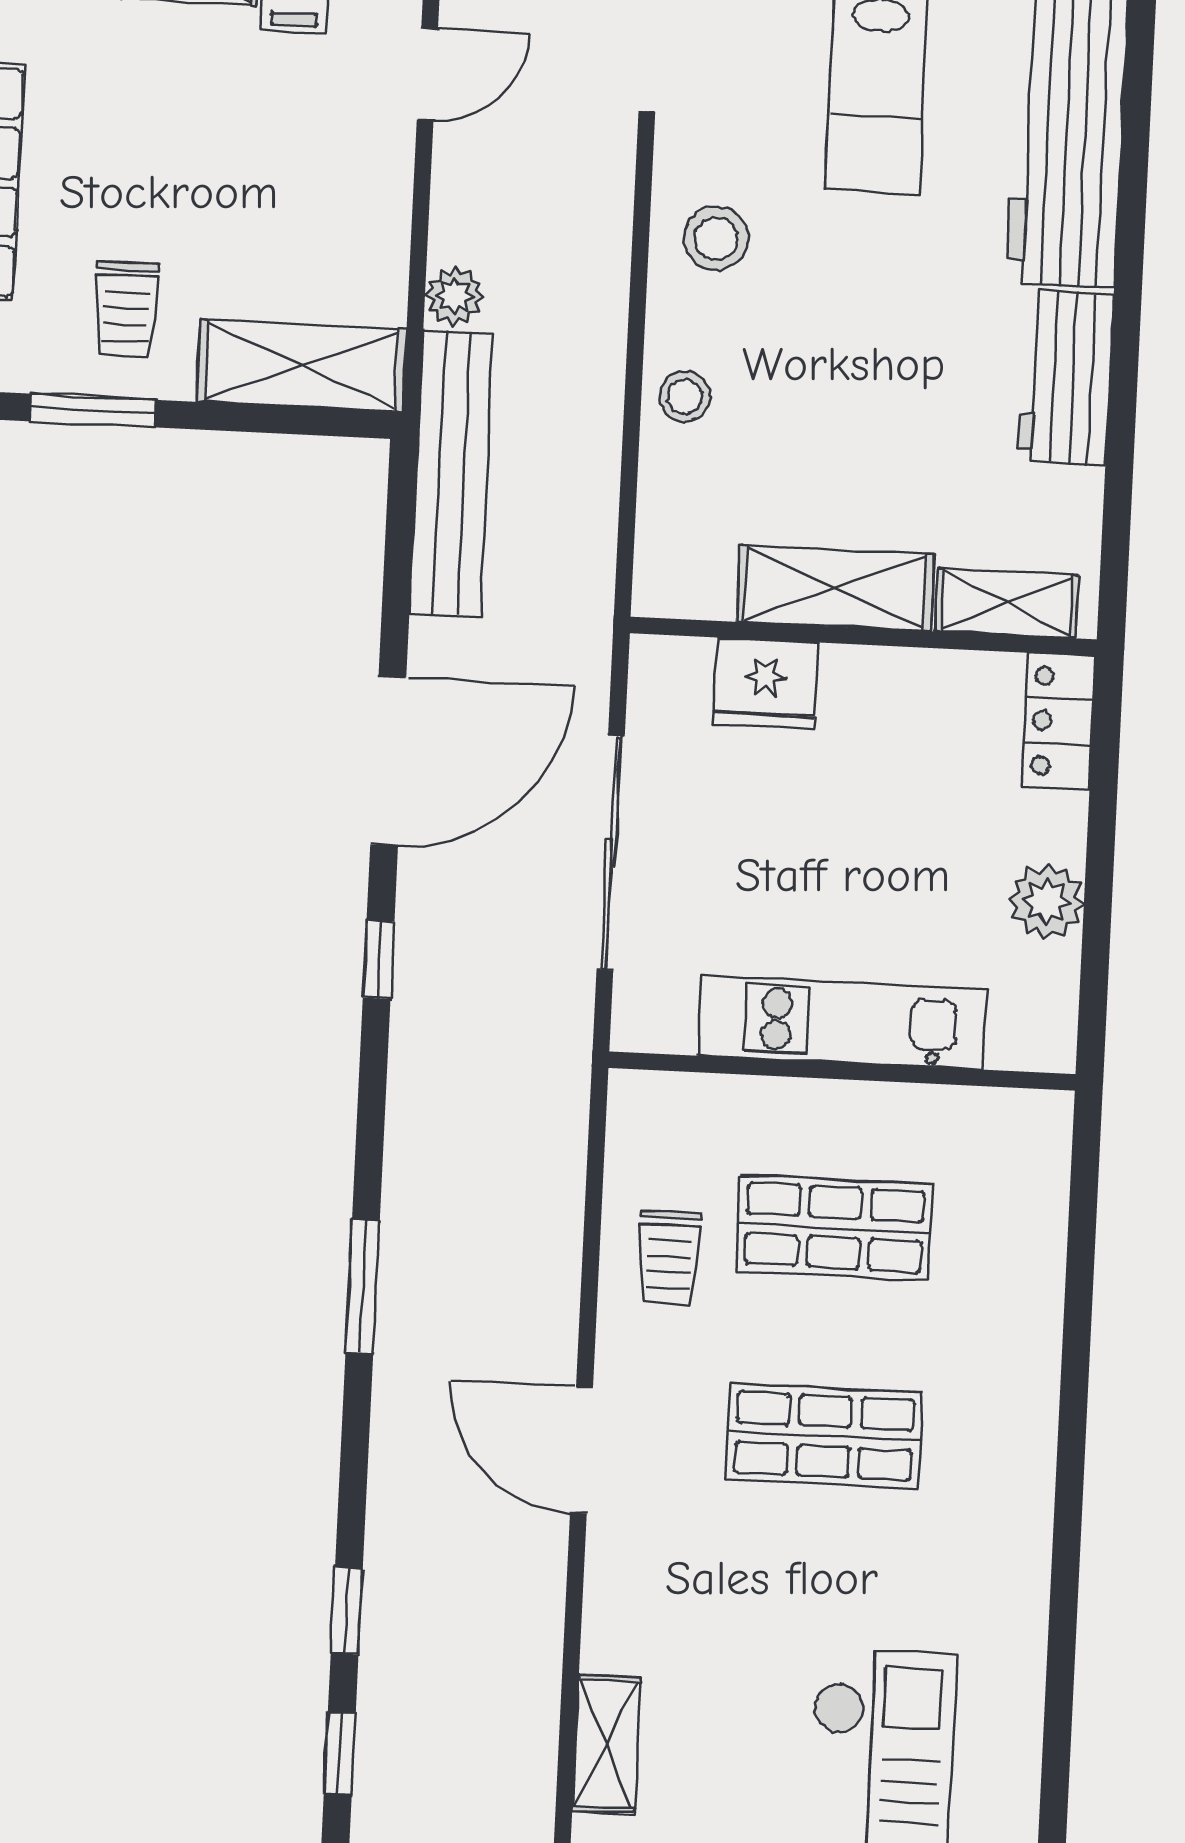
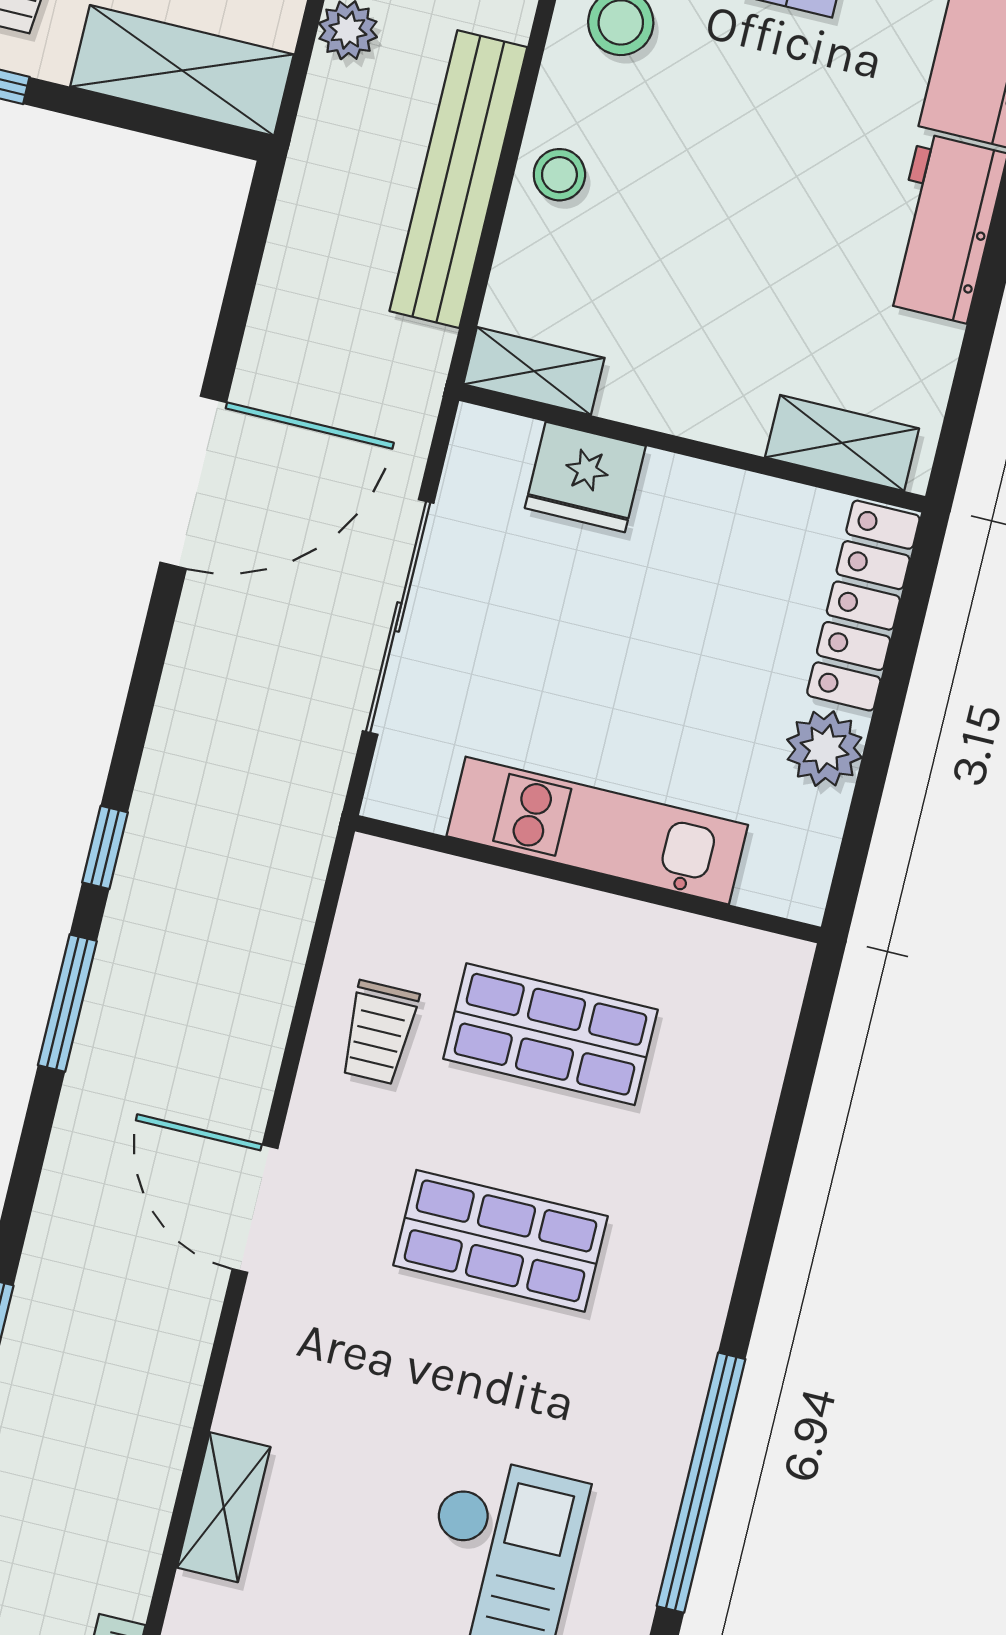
bench: (452, 473) -> (458, 179), moved
shelving: (835, 588) -> (534, 371), moved, width x0.67, depth x0.75
locker: (1059, 721) -> (863, 606), width x1.53
window: (379, 960) -> (105, 847), moved
window: (1062, 1632) -> (701, 1483), added

